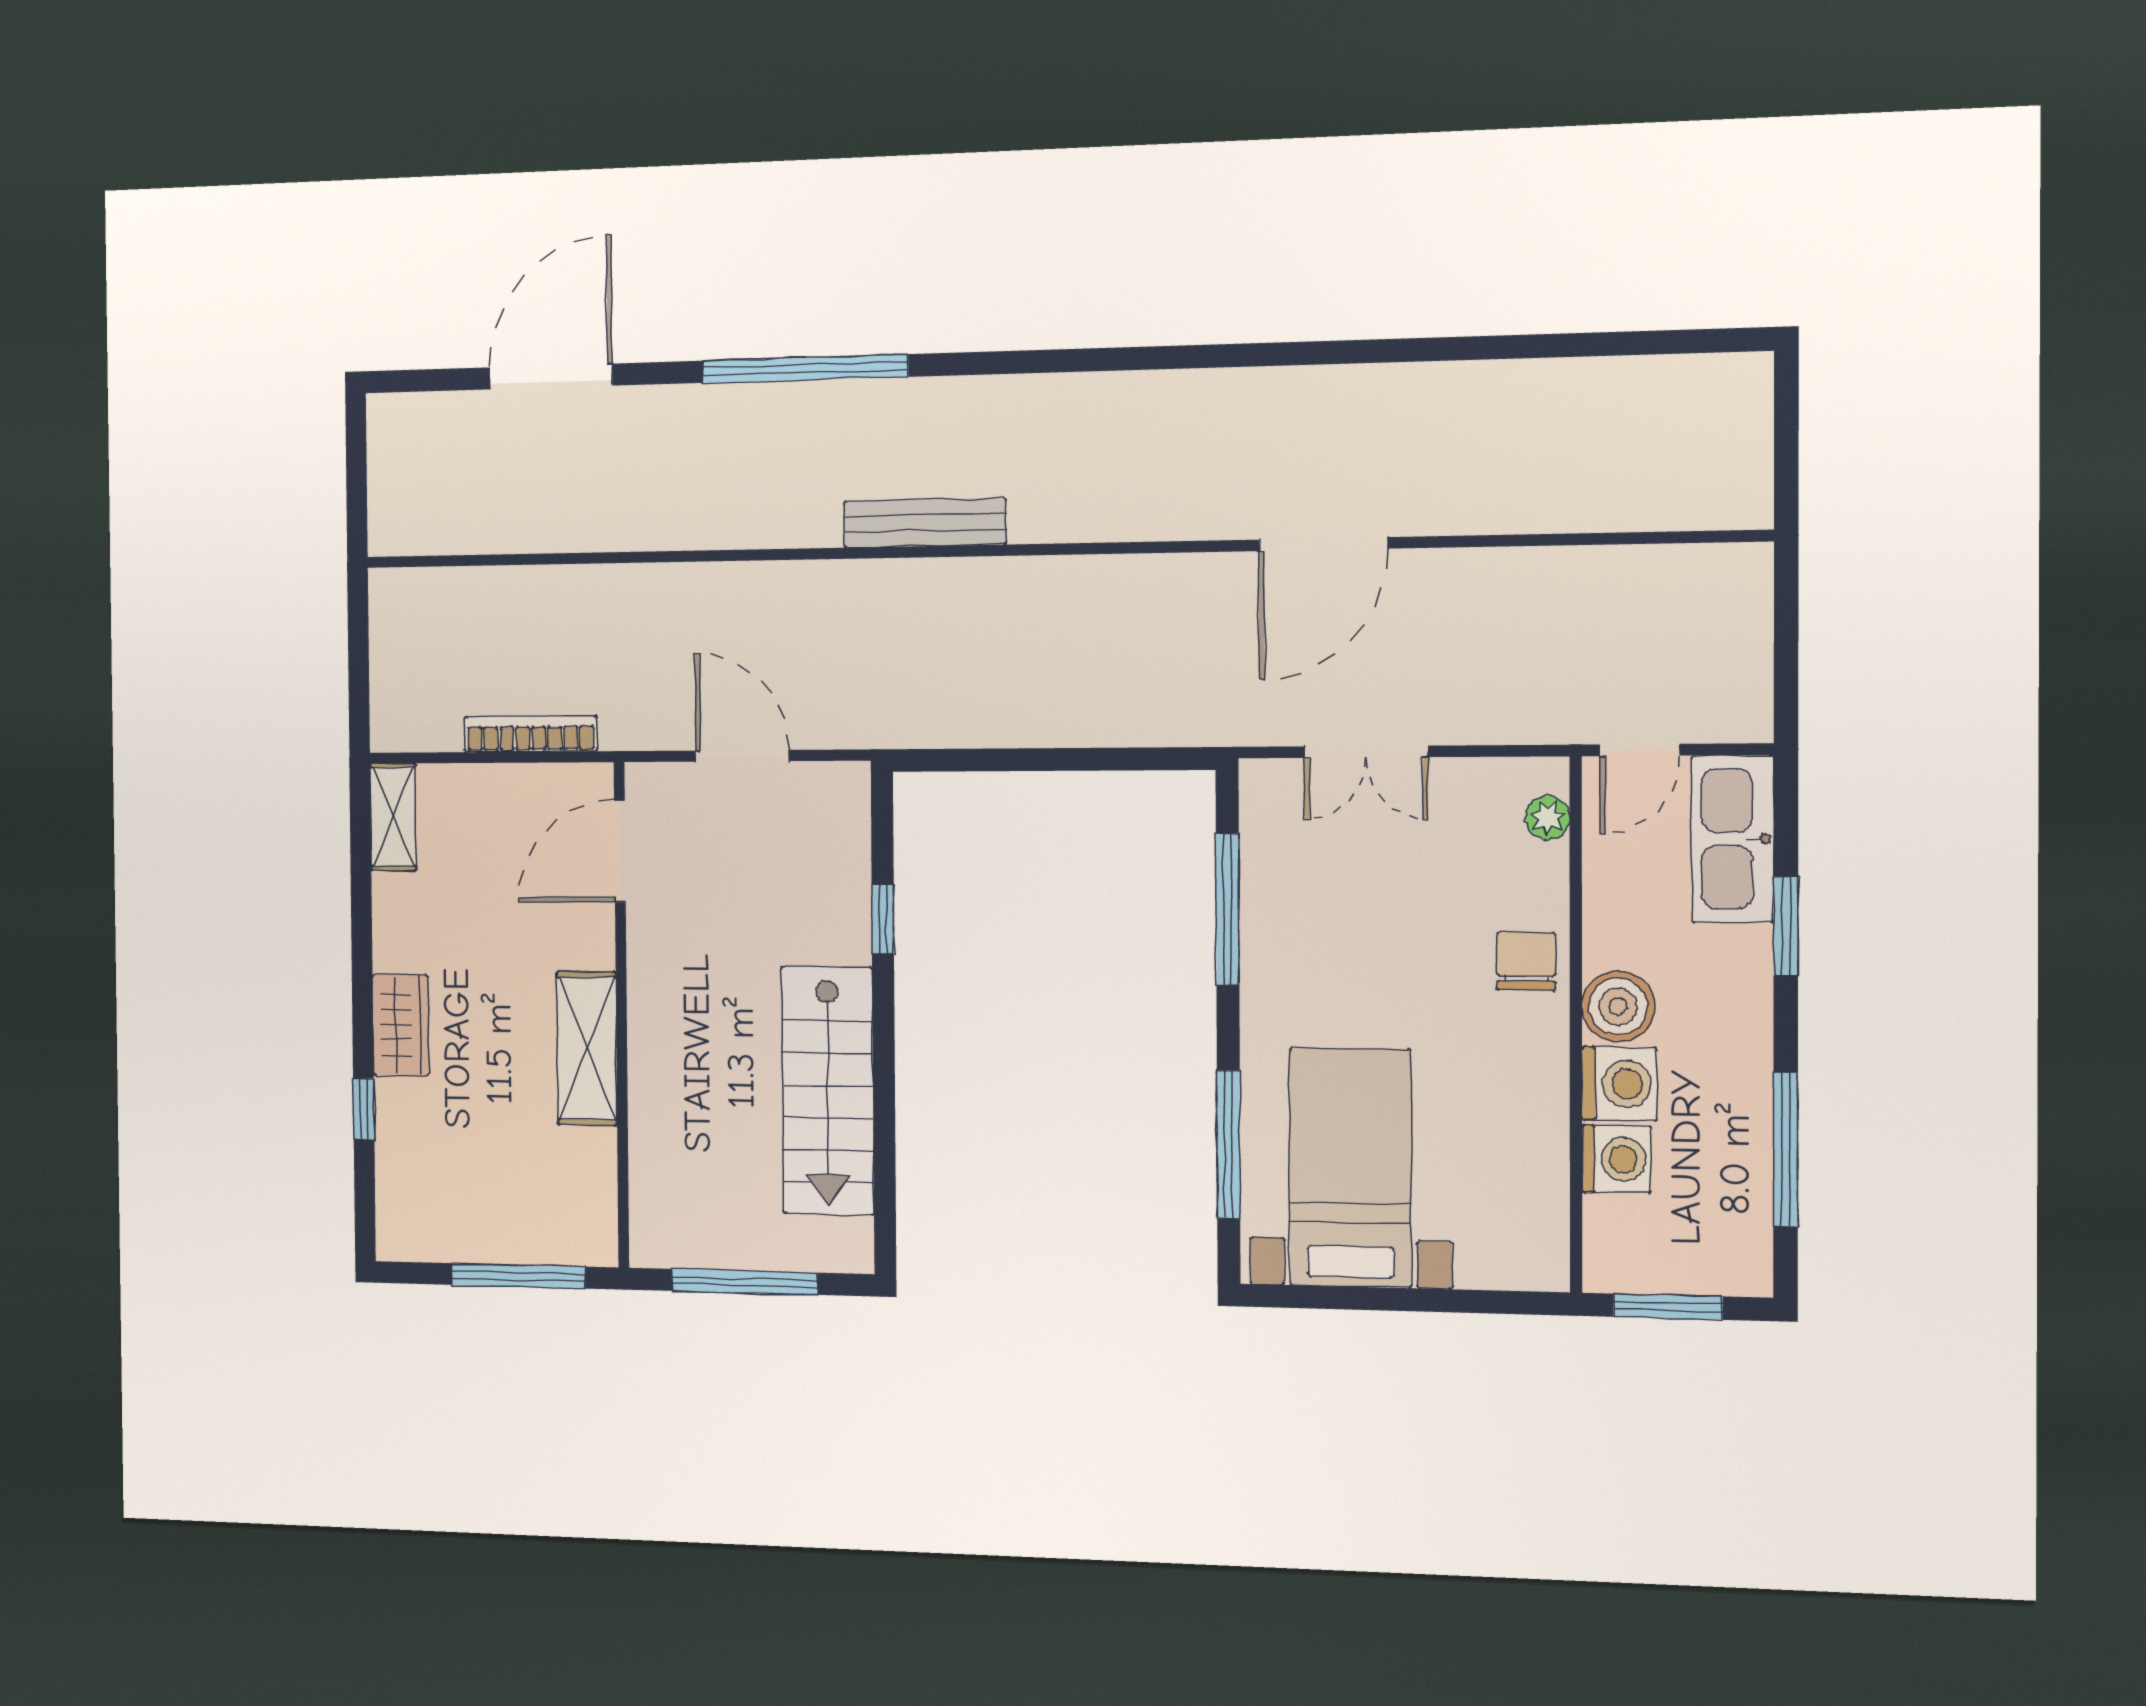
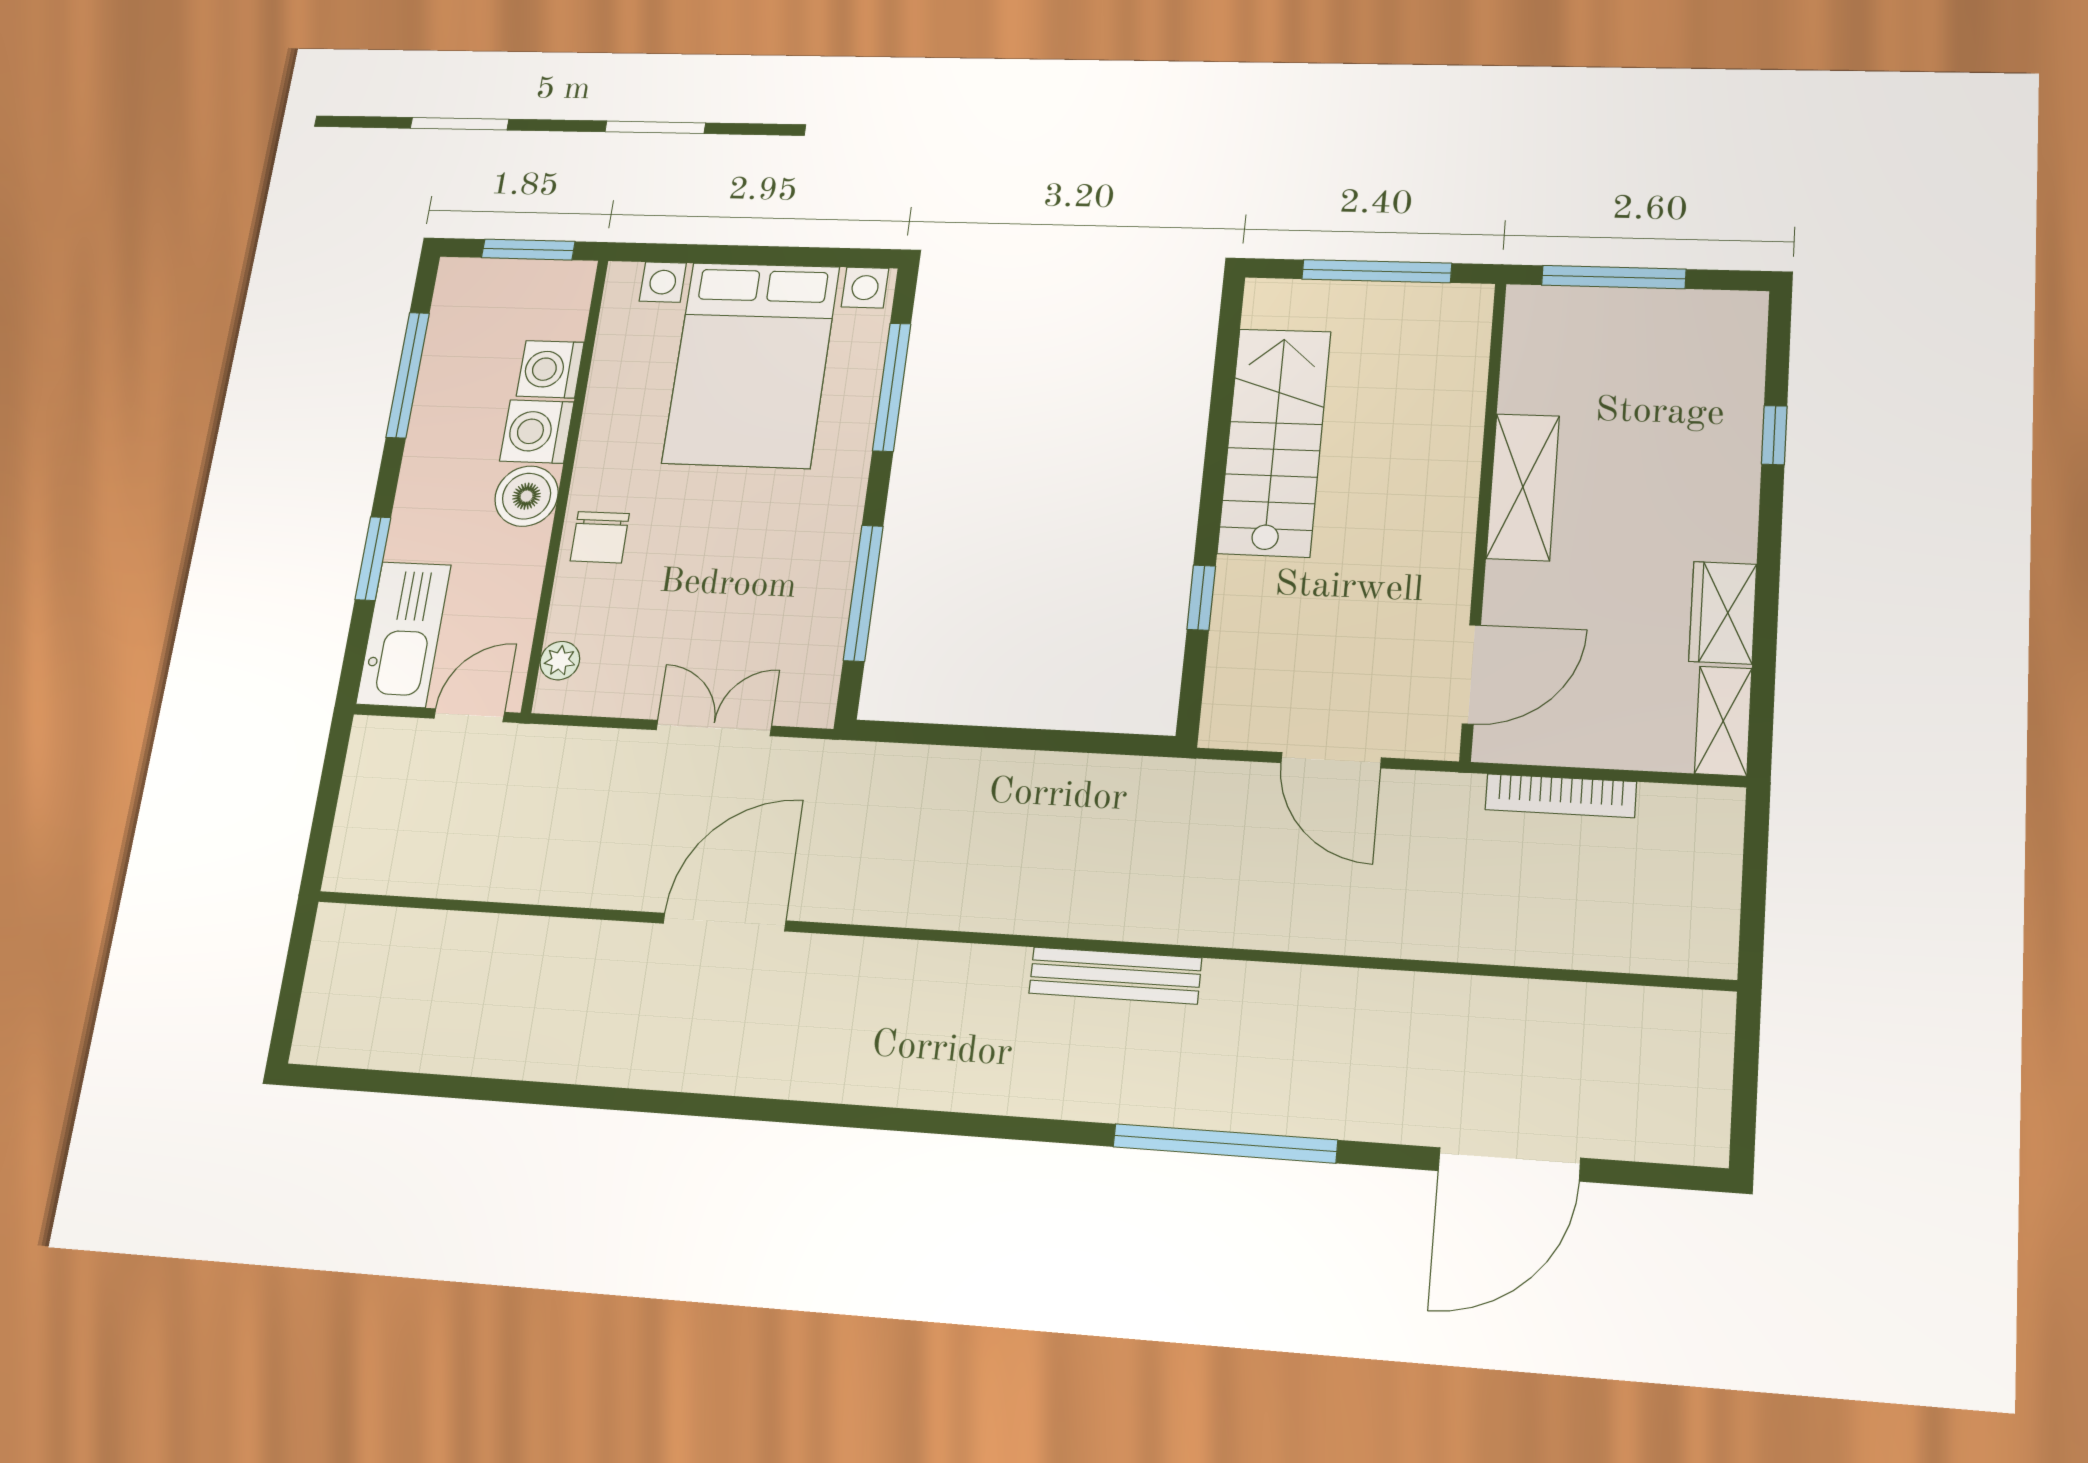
wardrobe: (401, 1025) -> (1723, 613), moved
bed with nightstands: (1350, 1168) -> (751, 365), width x1.36

